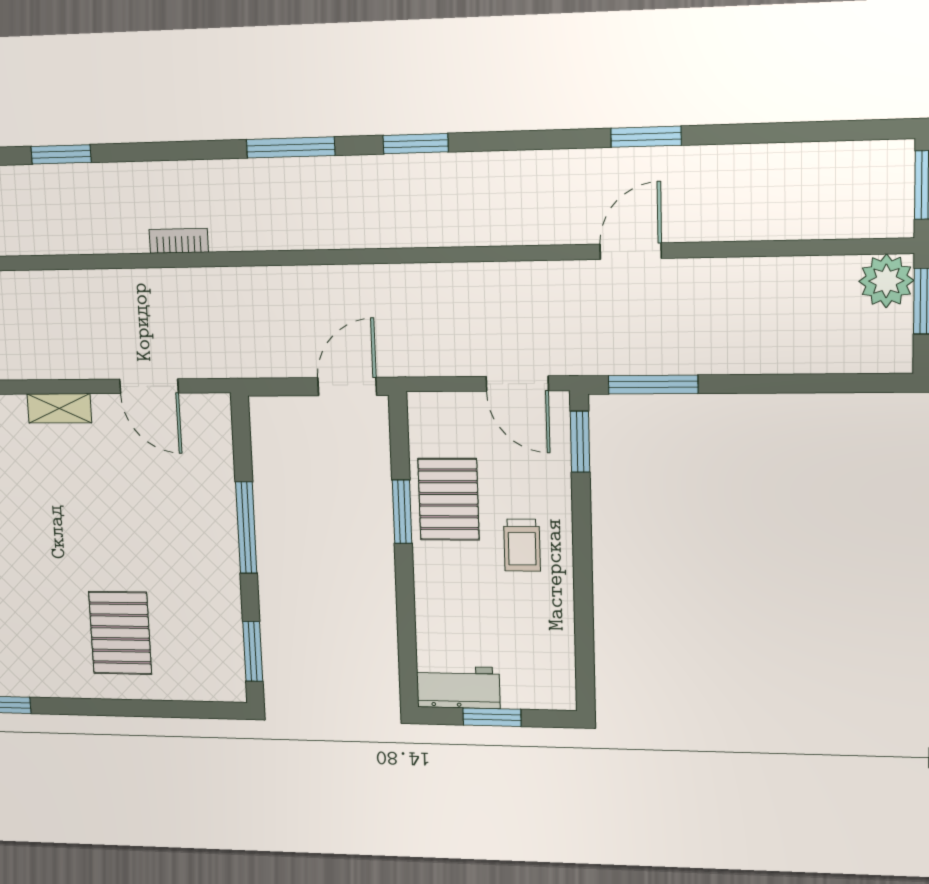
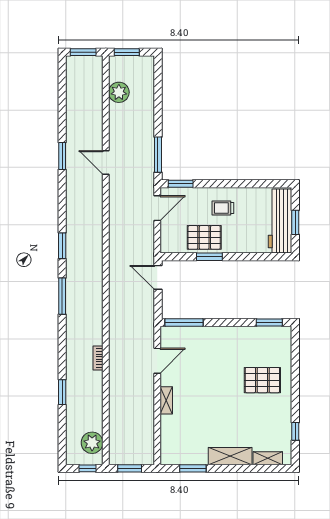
bookcase: (179, 241) -> (98, 358), moved
plant: (886, 281) -> (119, 92), moved
window: (246, 528) -> (184, 323), moved
trolley: (522, 545) -> (223, 208), turned 180
workbench: (458, 687) -> (280, 221), width x1.88, depth x1.32

